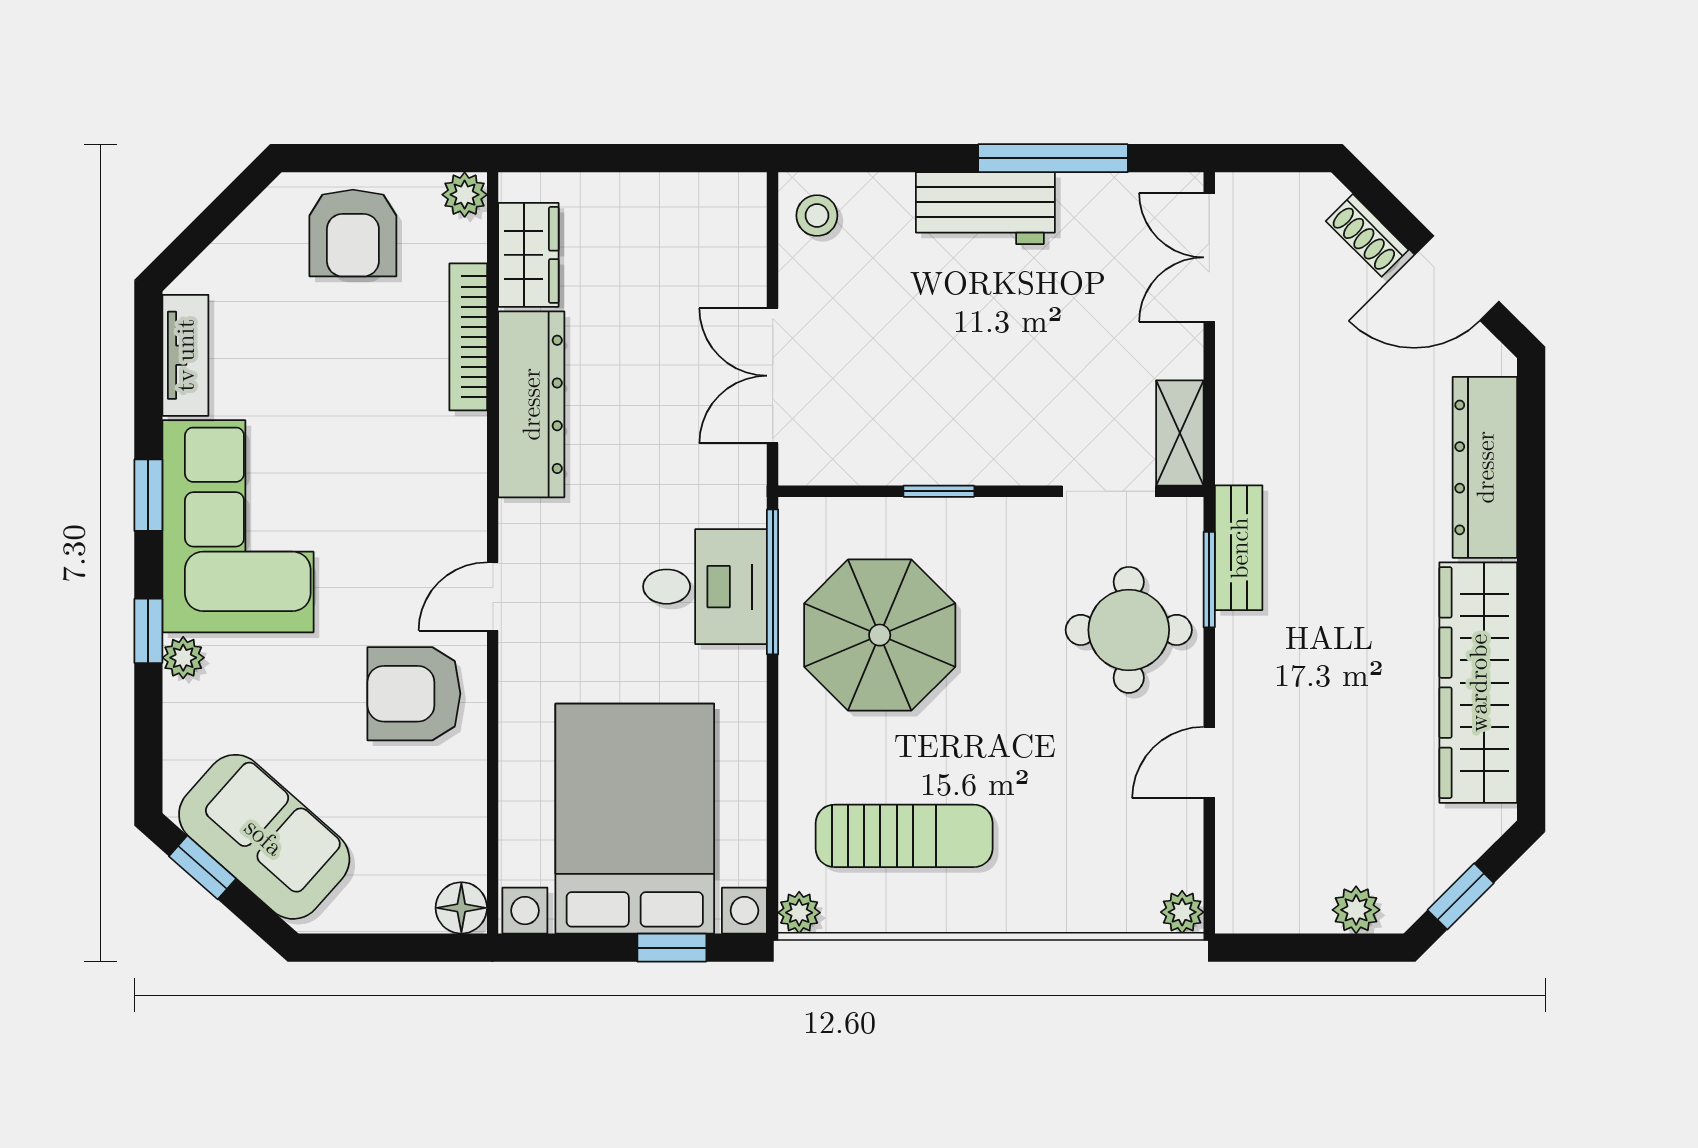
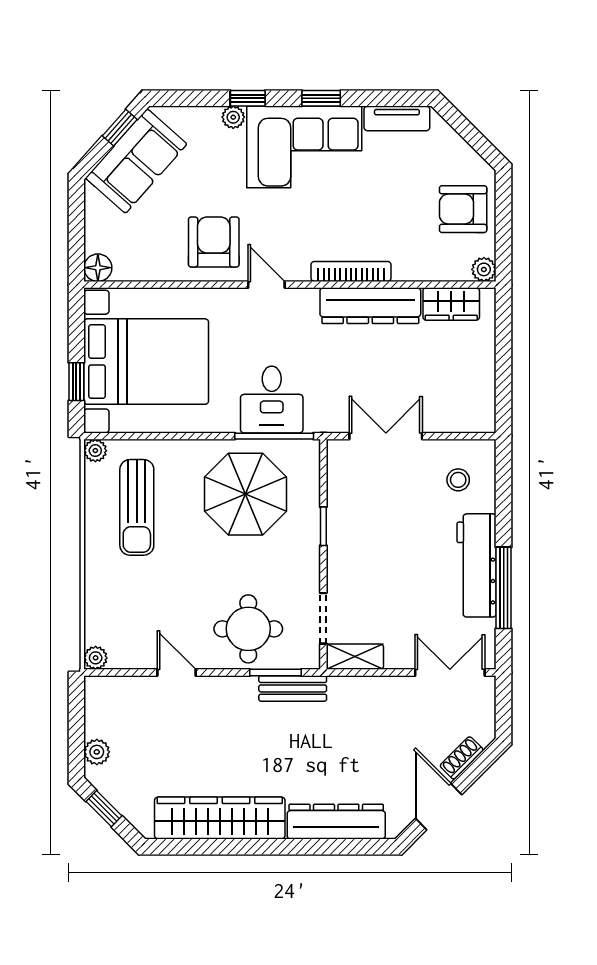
workbench: (985, 208) -> (477, 565), width x1.38
stool: (817, 216) -> (458, 480), moved
bookcase: (468, 337) -> (351, 271), moved

